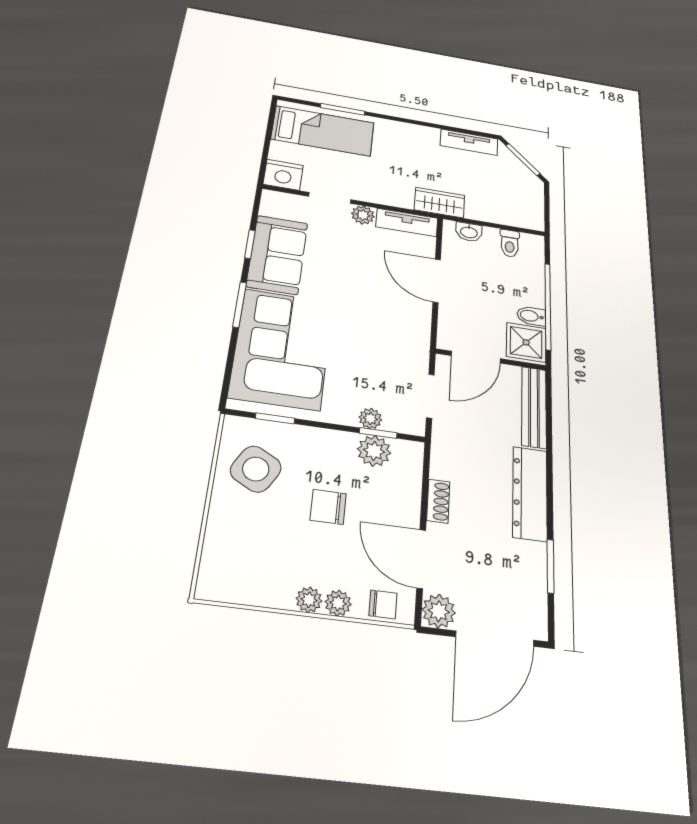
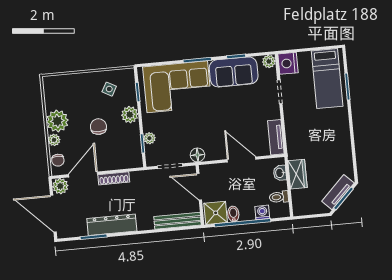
tv unit: (469, 142) -> (338, 192), moved, turned 45
wardrobe: (439, 203) -> (298, 174), moved
plant: (363, 215) -> (269, 61), moved
washing machine: (533, 273) -> (262, 212), added
door: (437, 281) -> (242, 159), hinge flipped
floor lamp: (417, 346) -> (197, 155), added
plant: (374, 451) -> (130, 115), moved
side table: (256, 469) -> (109, 89), width x0.54, depth x0.54
dresser: (530, 493) -> (112, 225), moved
shoe rack: (438, 501) -> (114, 178), width x1.43
plant: (309, 600) -> (57, 121), width x1.87, depth x1.87

